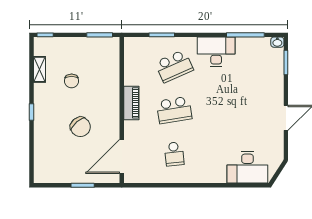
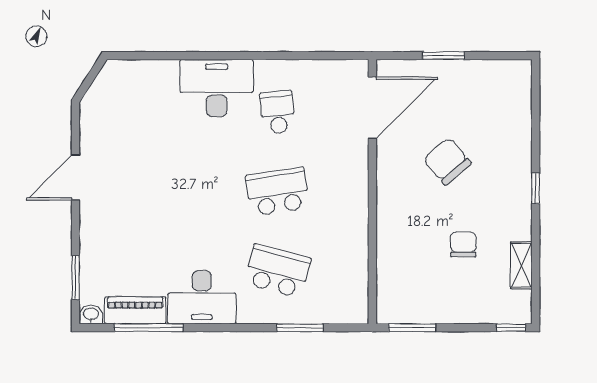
school desk: (174, 66) -> (278, 271), turned 39
piano: (131, 103) -> (135, 310), moved, turned 90
desk: (247, 167) -> (217, 88), moved

